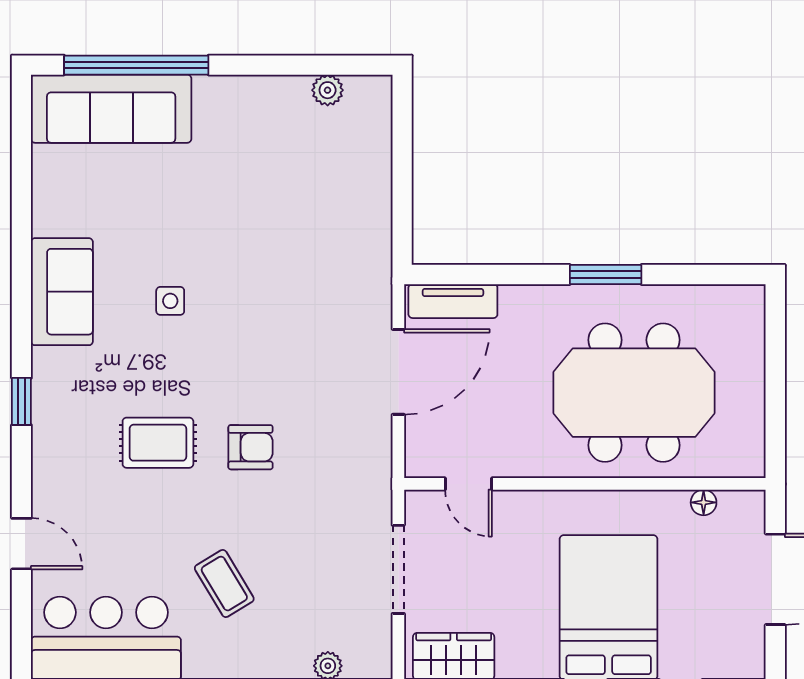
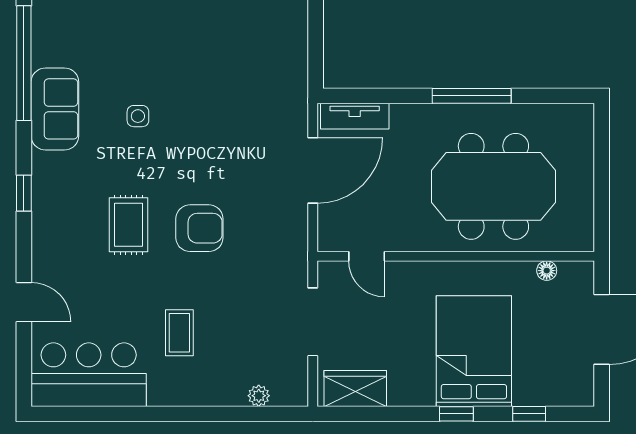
window: (21, 232) -> (24, 63), added
window: (606, 274) -> (472, 96), width x1.44
rug: (158, 443) -> (128, 225), turned 90
armchair: (250, 447) -> (199, 228), width x1.38, depth x1.38
coffee table: (224, 584) -> (179, 333), turned 31

